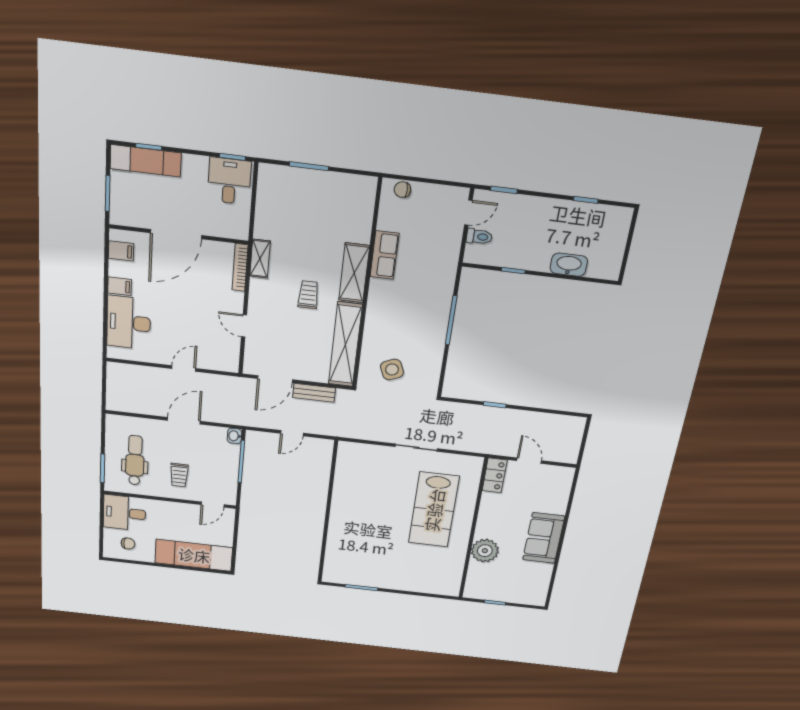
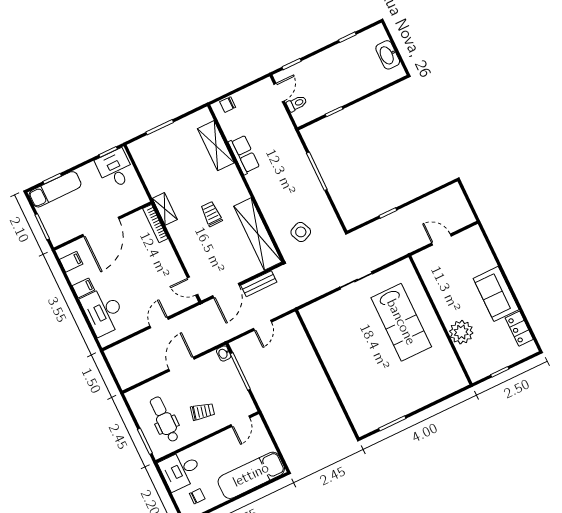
washbasin: (569, 265) -> (388, 55), moved, turned -90
shelving: (354, 273) -> (216, 146), moved
door: (244, 326) -> (193, 286), moved
trolley: (179, 475) -> (203, 411), turned -77
locker: (495, 475) -> (519, 329), moved, turned 180

